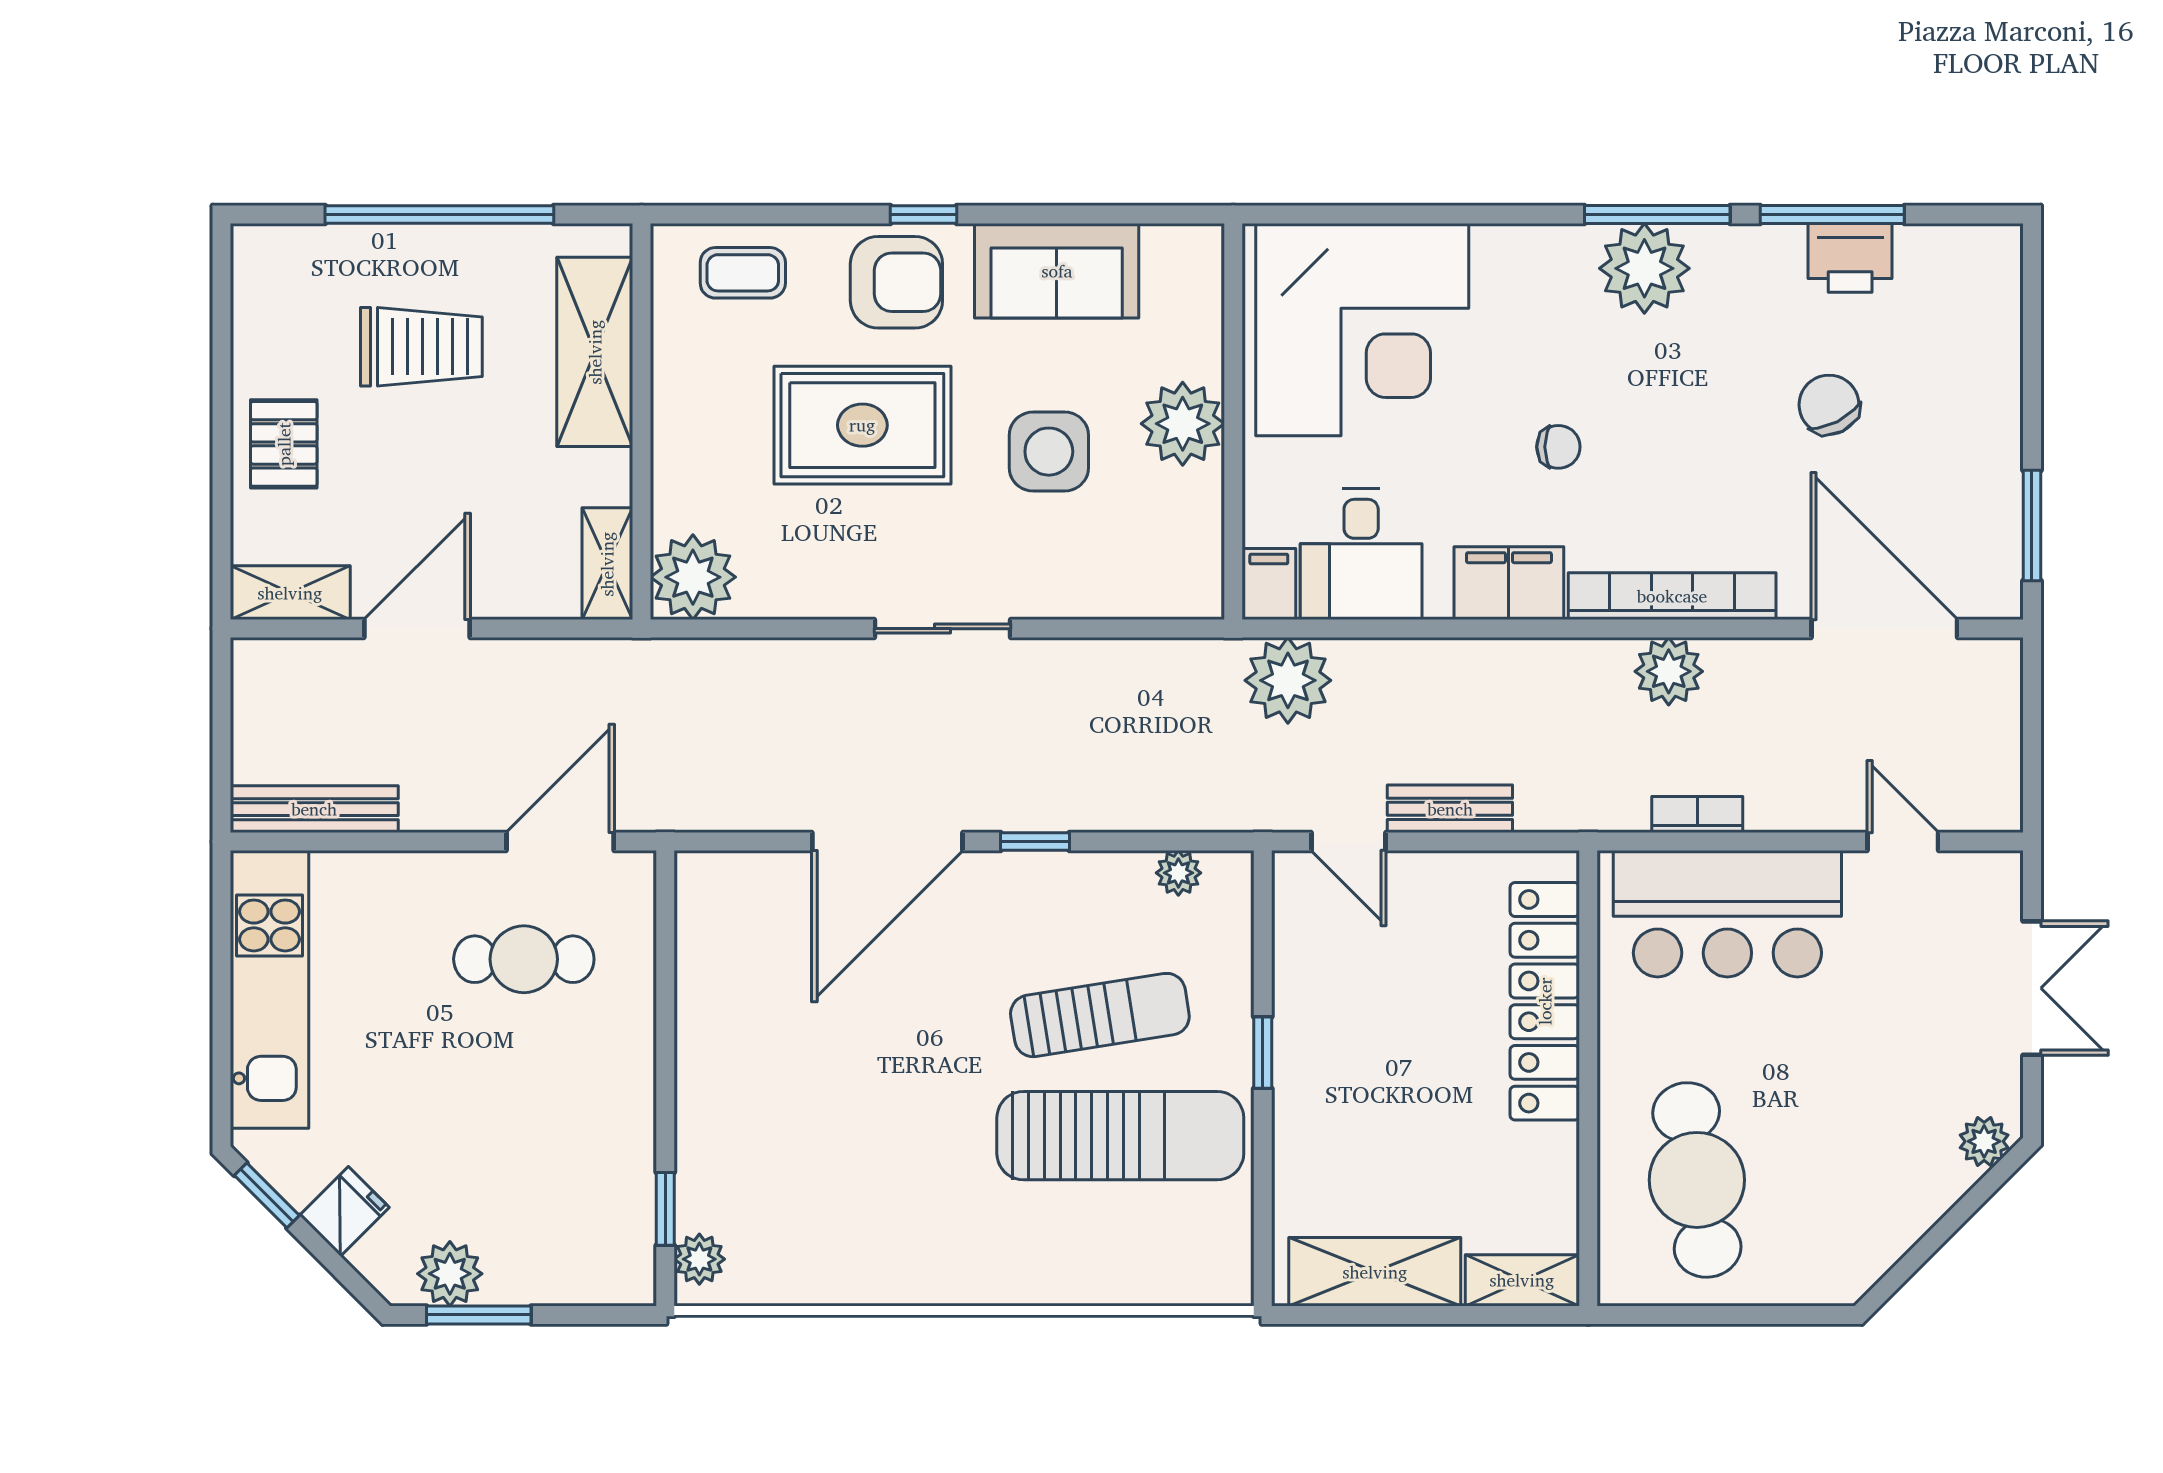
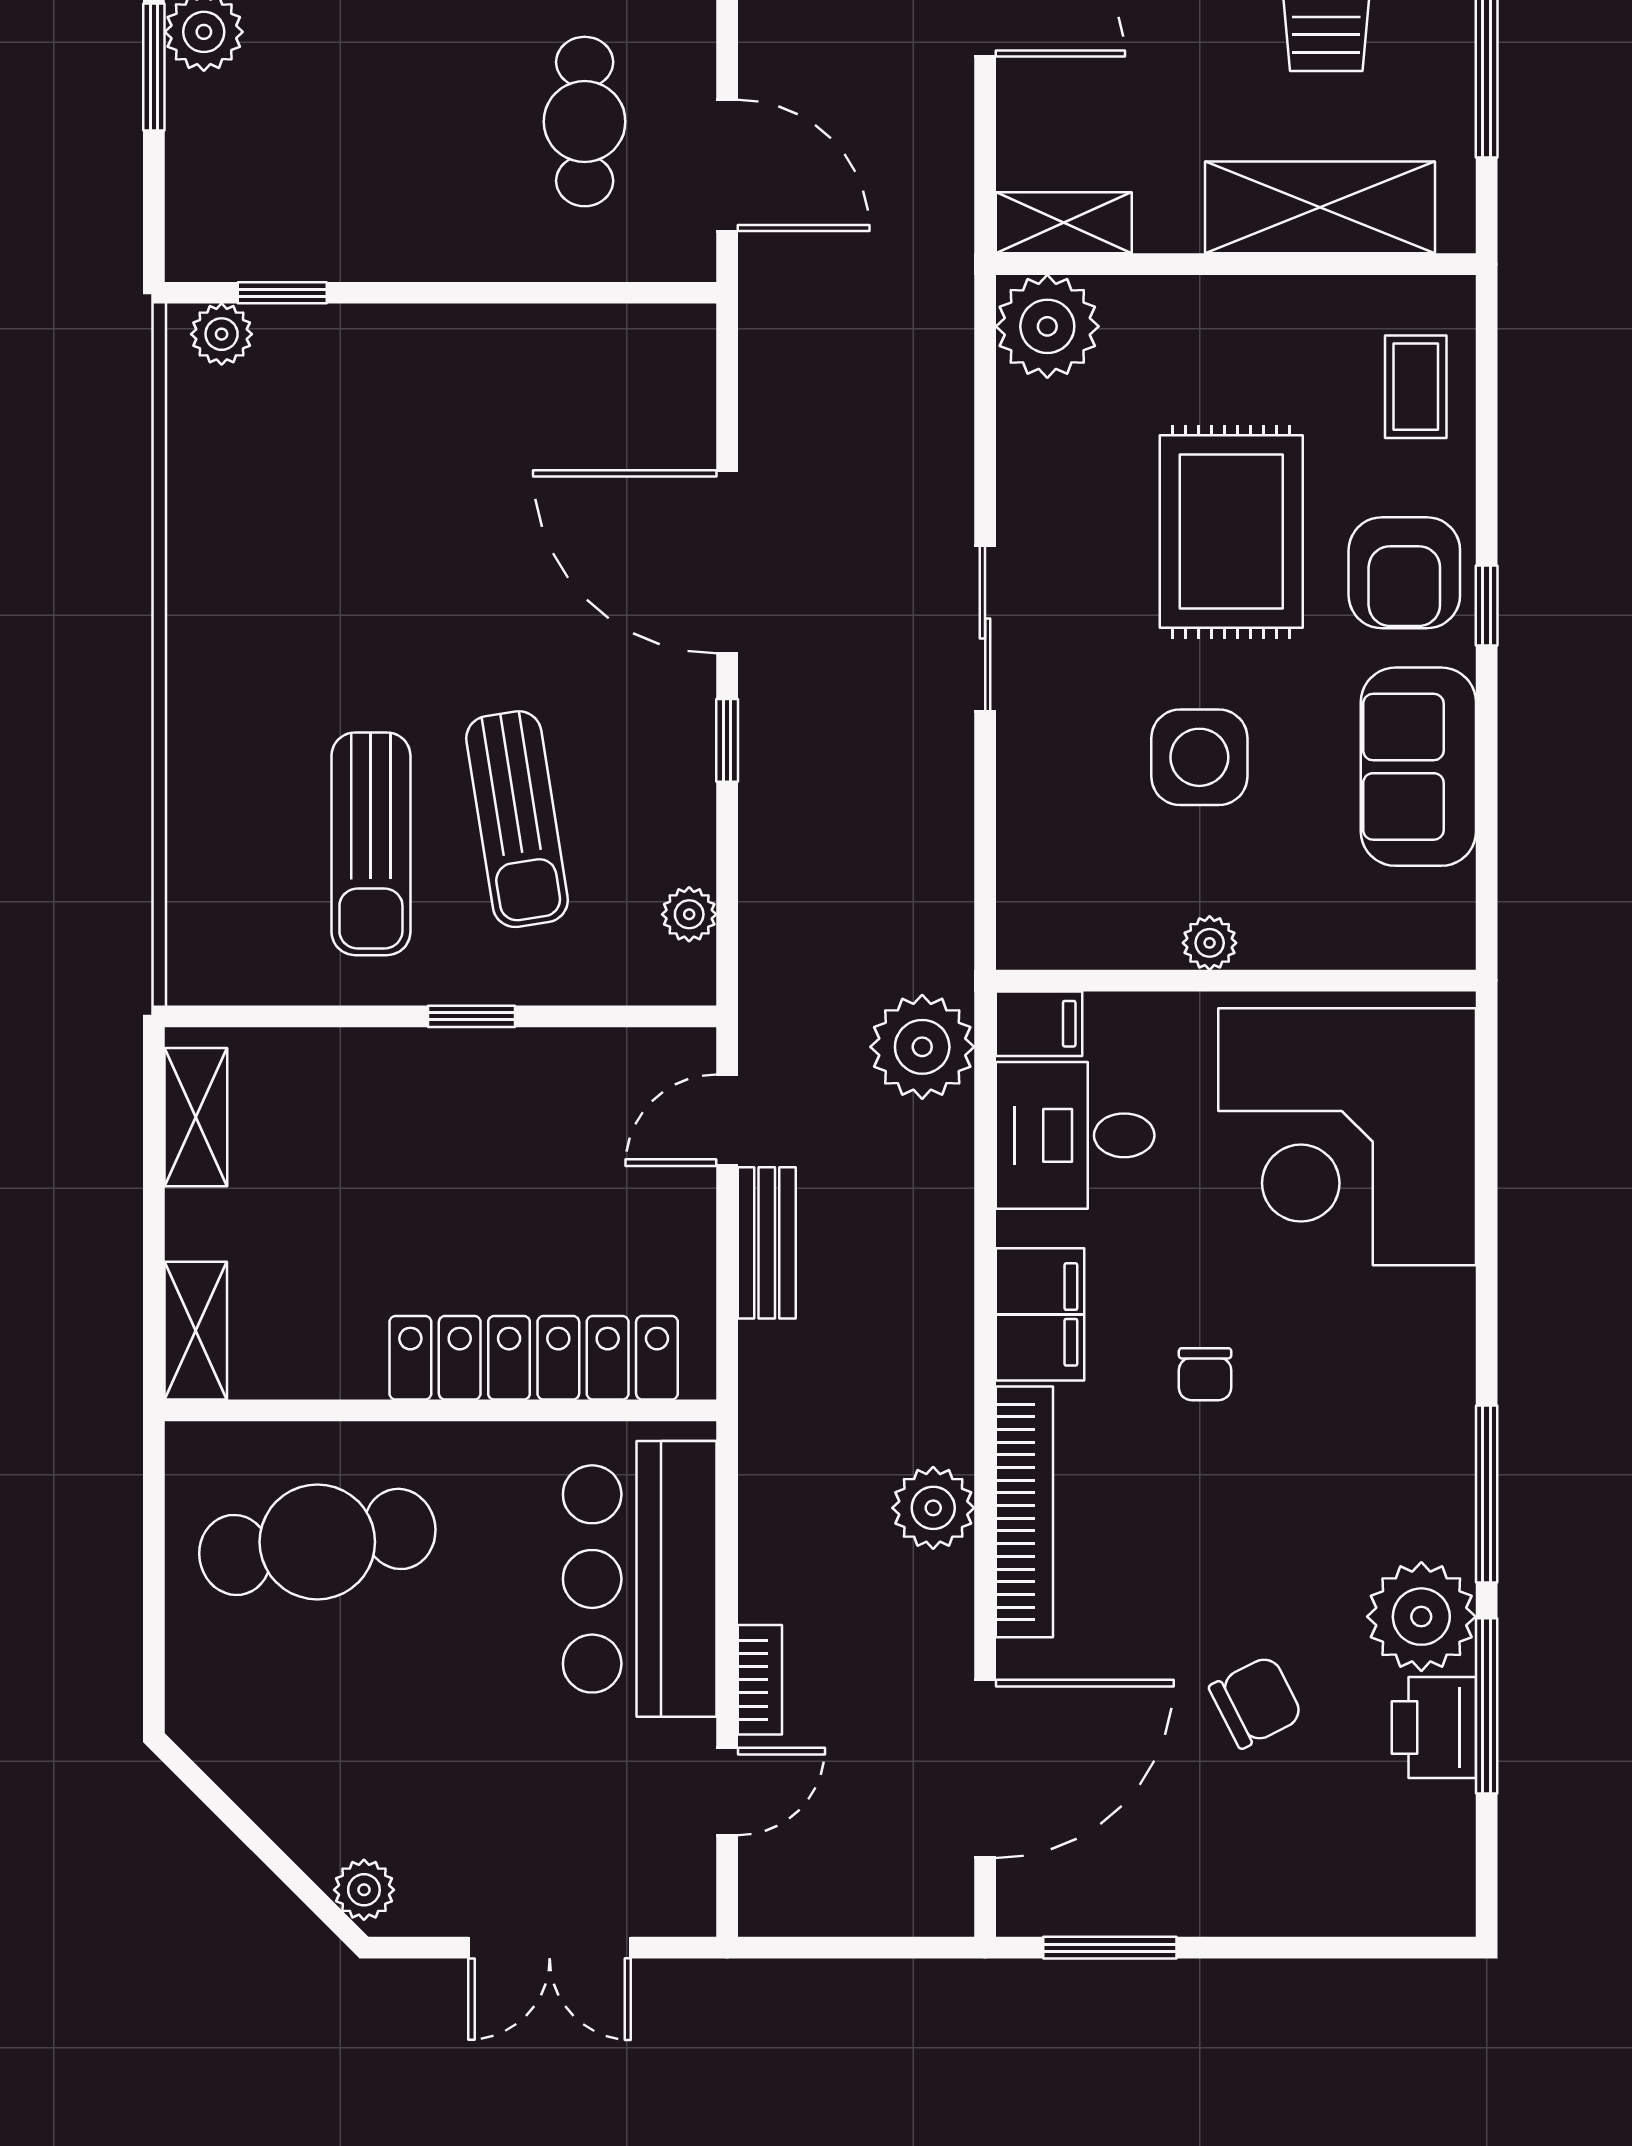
plant: (1644, 268) -> (1421, 1617), moved
plant: (1183, 424) -> (1210, 943), width x0.53, depth x0.53
bookcase: (1697, 815) -> (760, 1680), moved
sun lounger: (1120, 1136) -> (371, 844), width x0.73, depth x0.75
shelving: (1375, 1272) -> (196, 1117), width x0.67, depth x0.75

